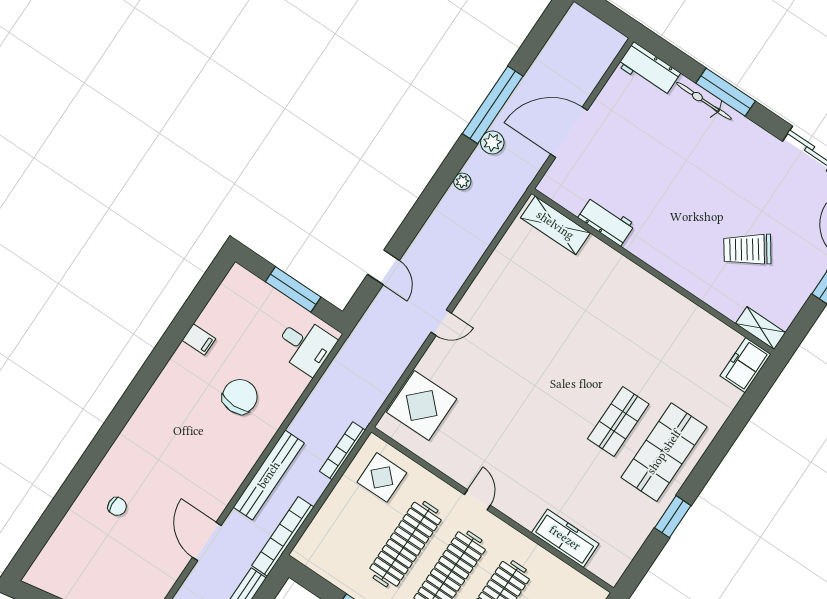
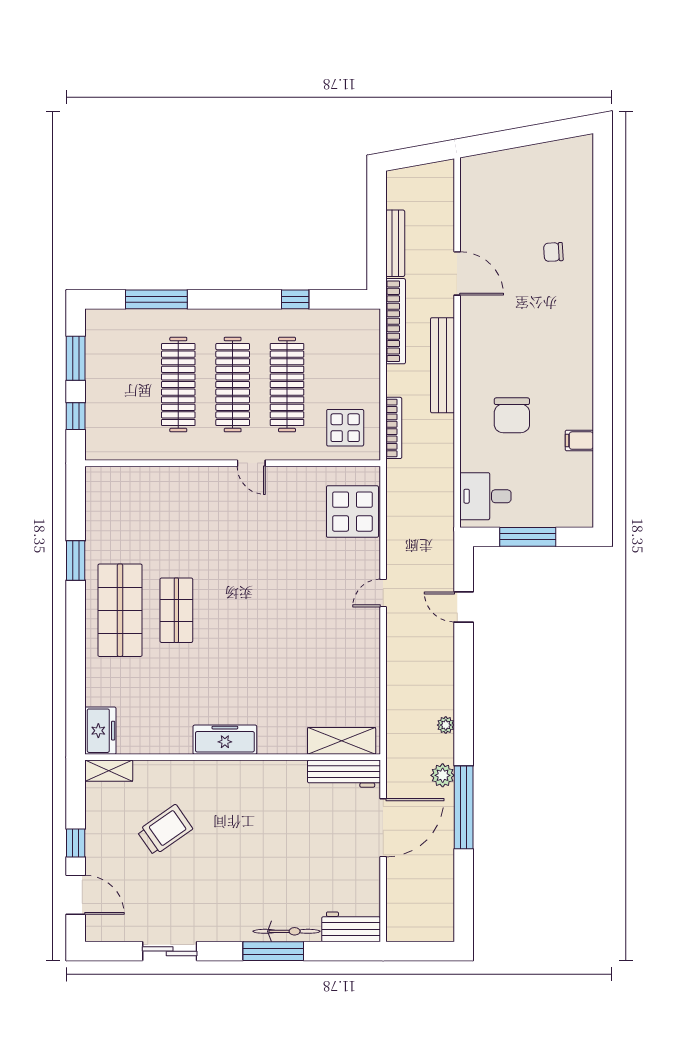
workbench: (606, 221) -> (344, 774), moved, width x1.38
freezer: (565, 538) -> (225, 740), moved, turned 180

